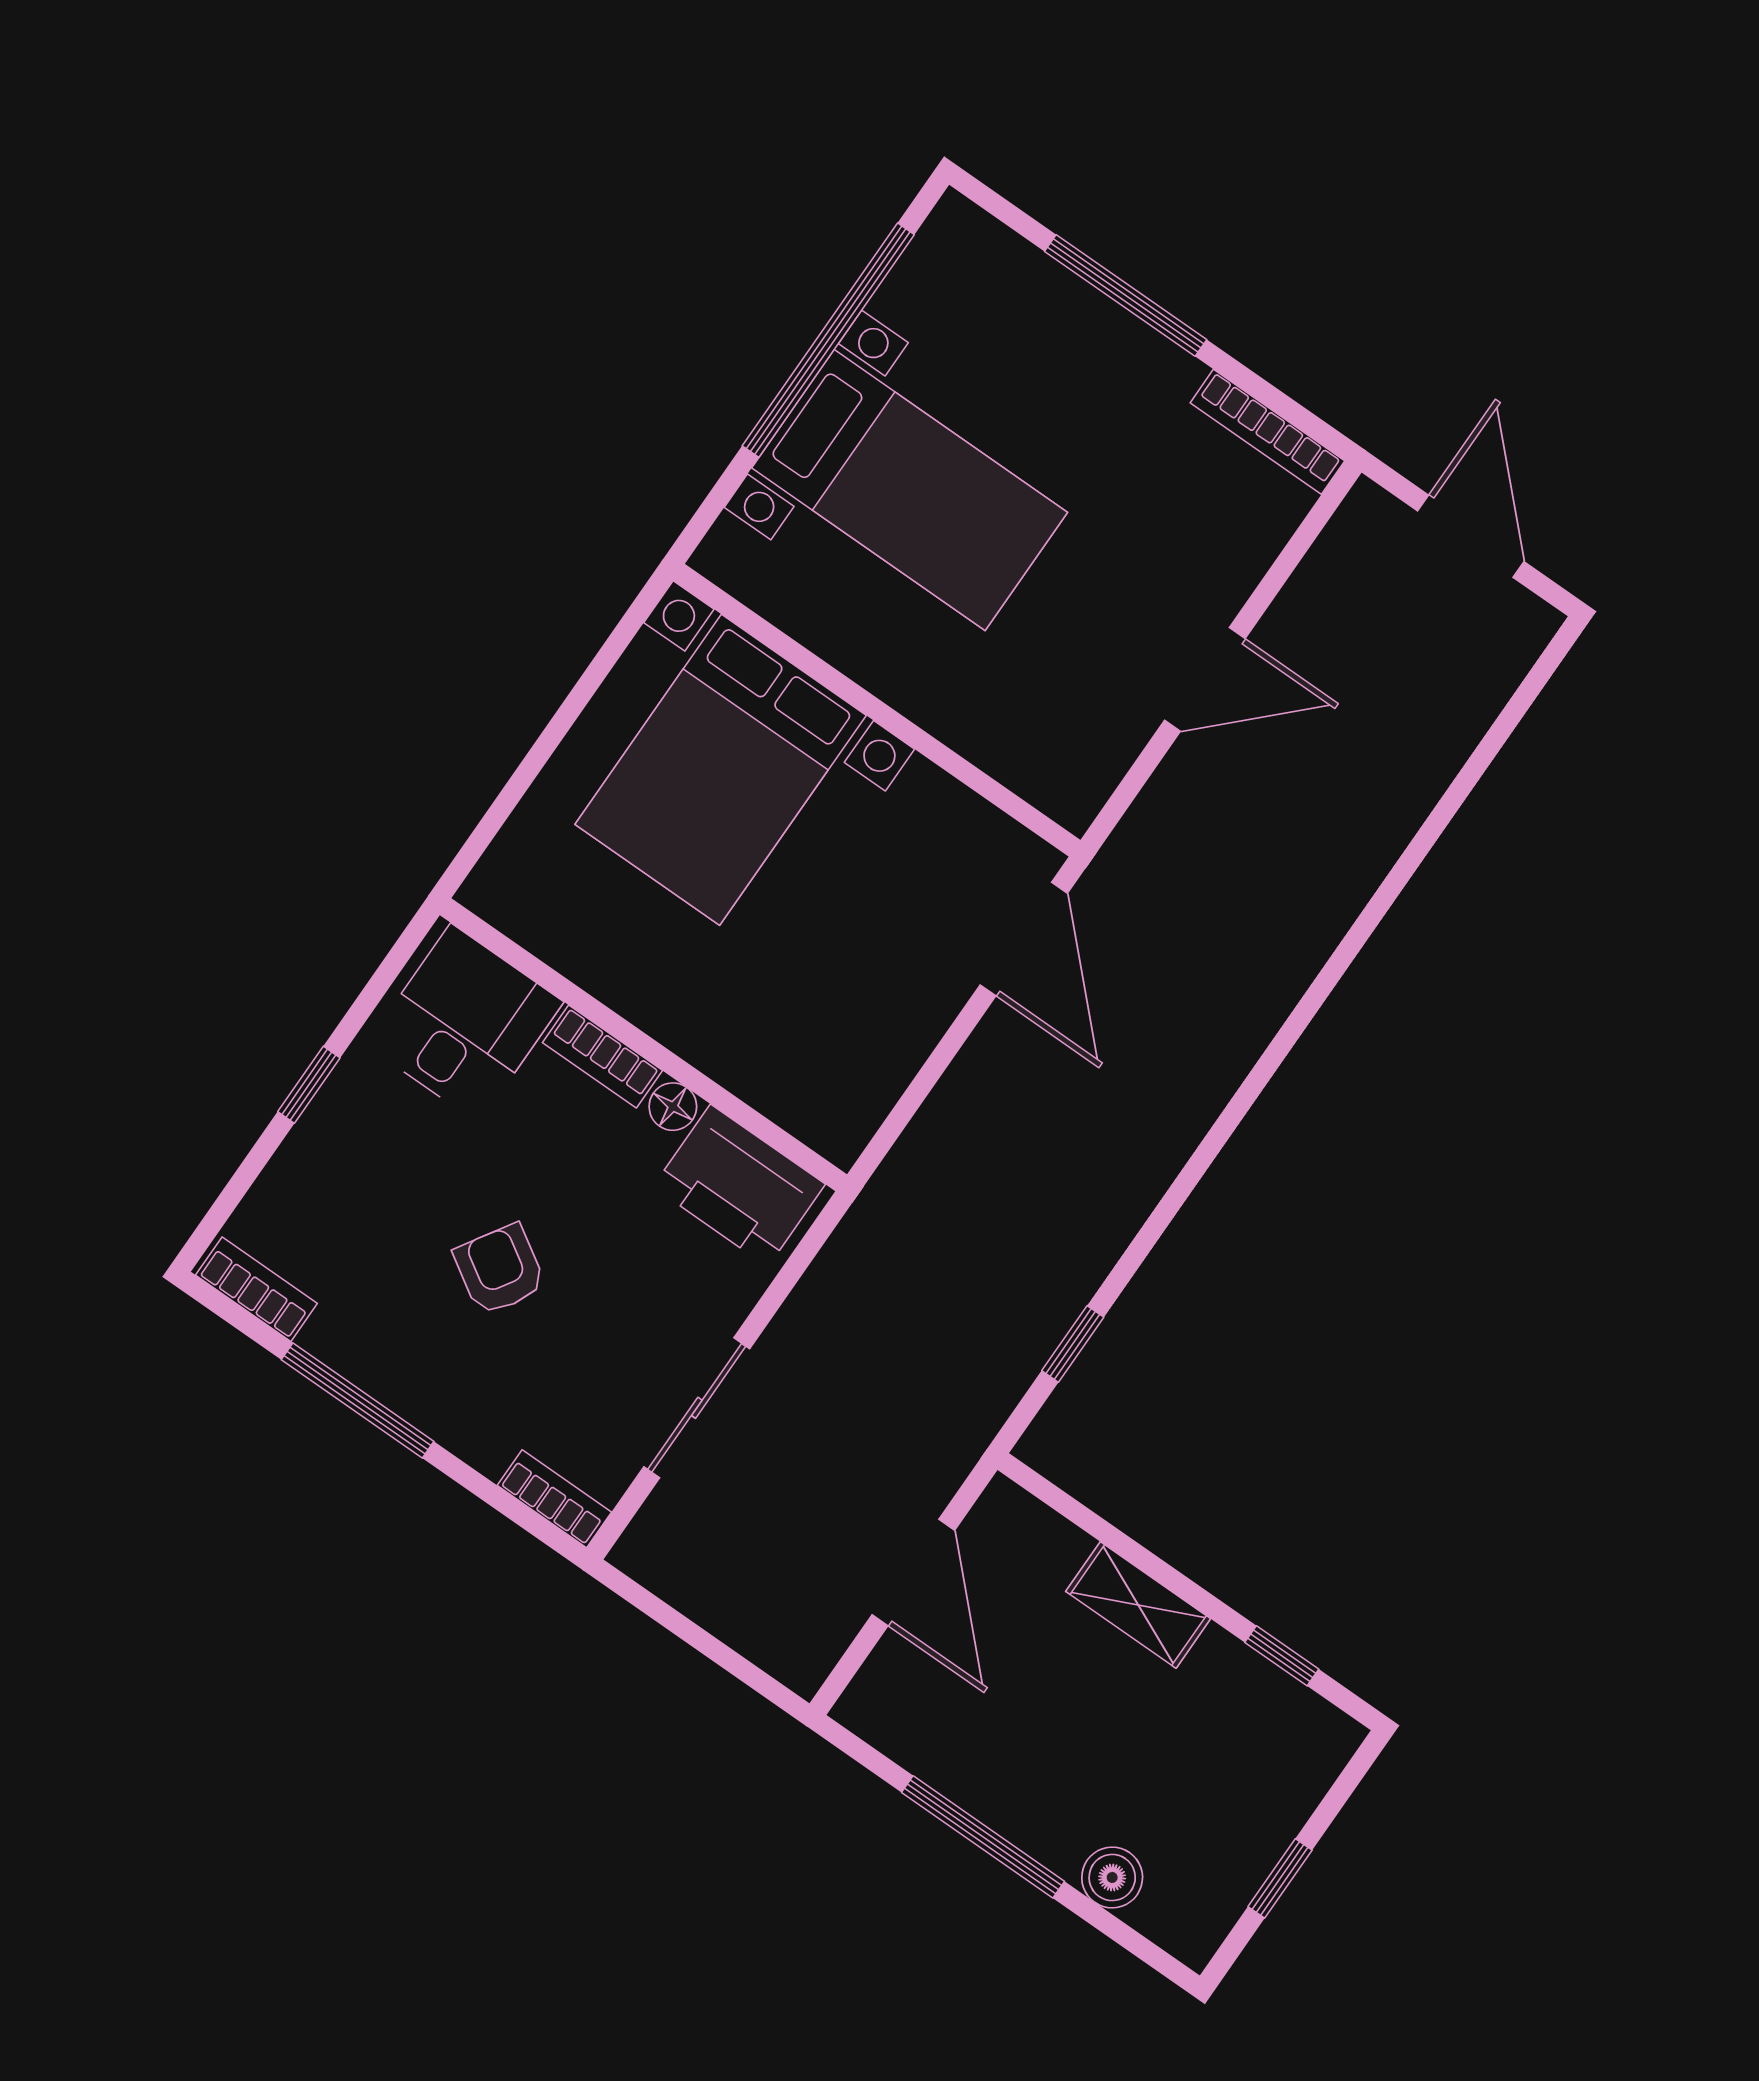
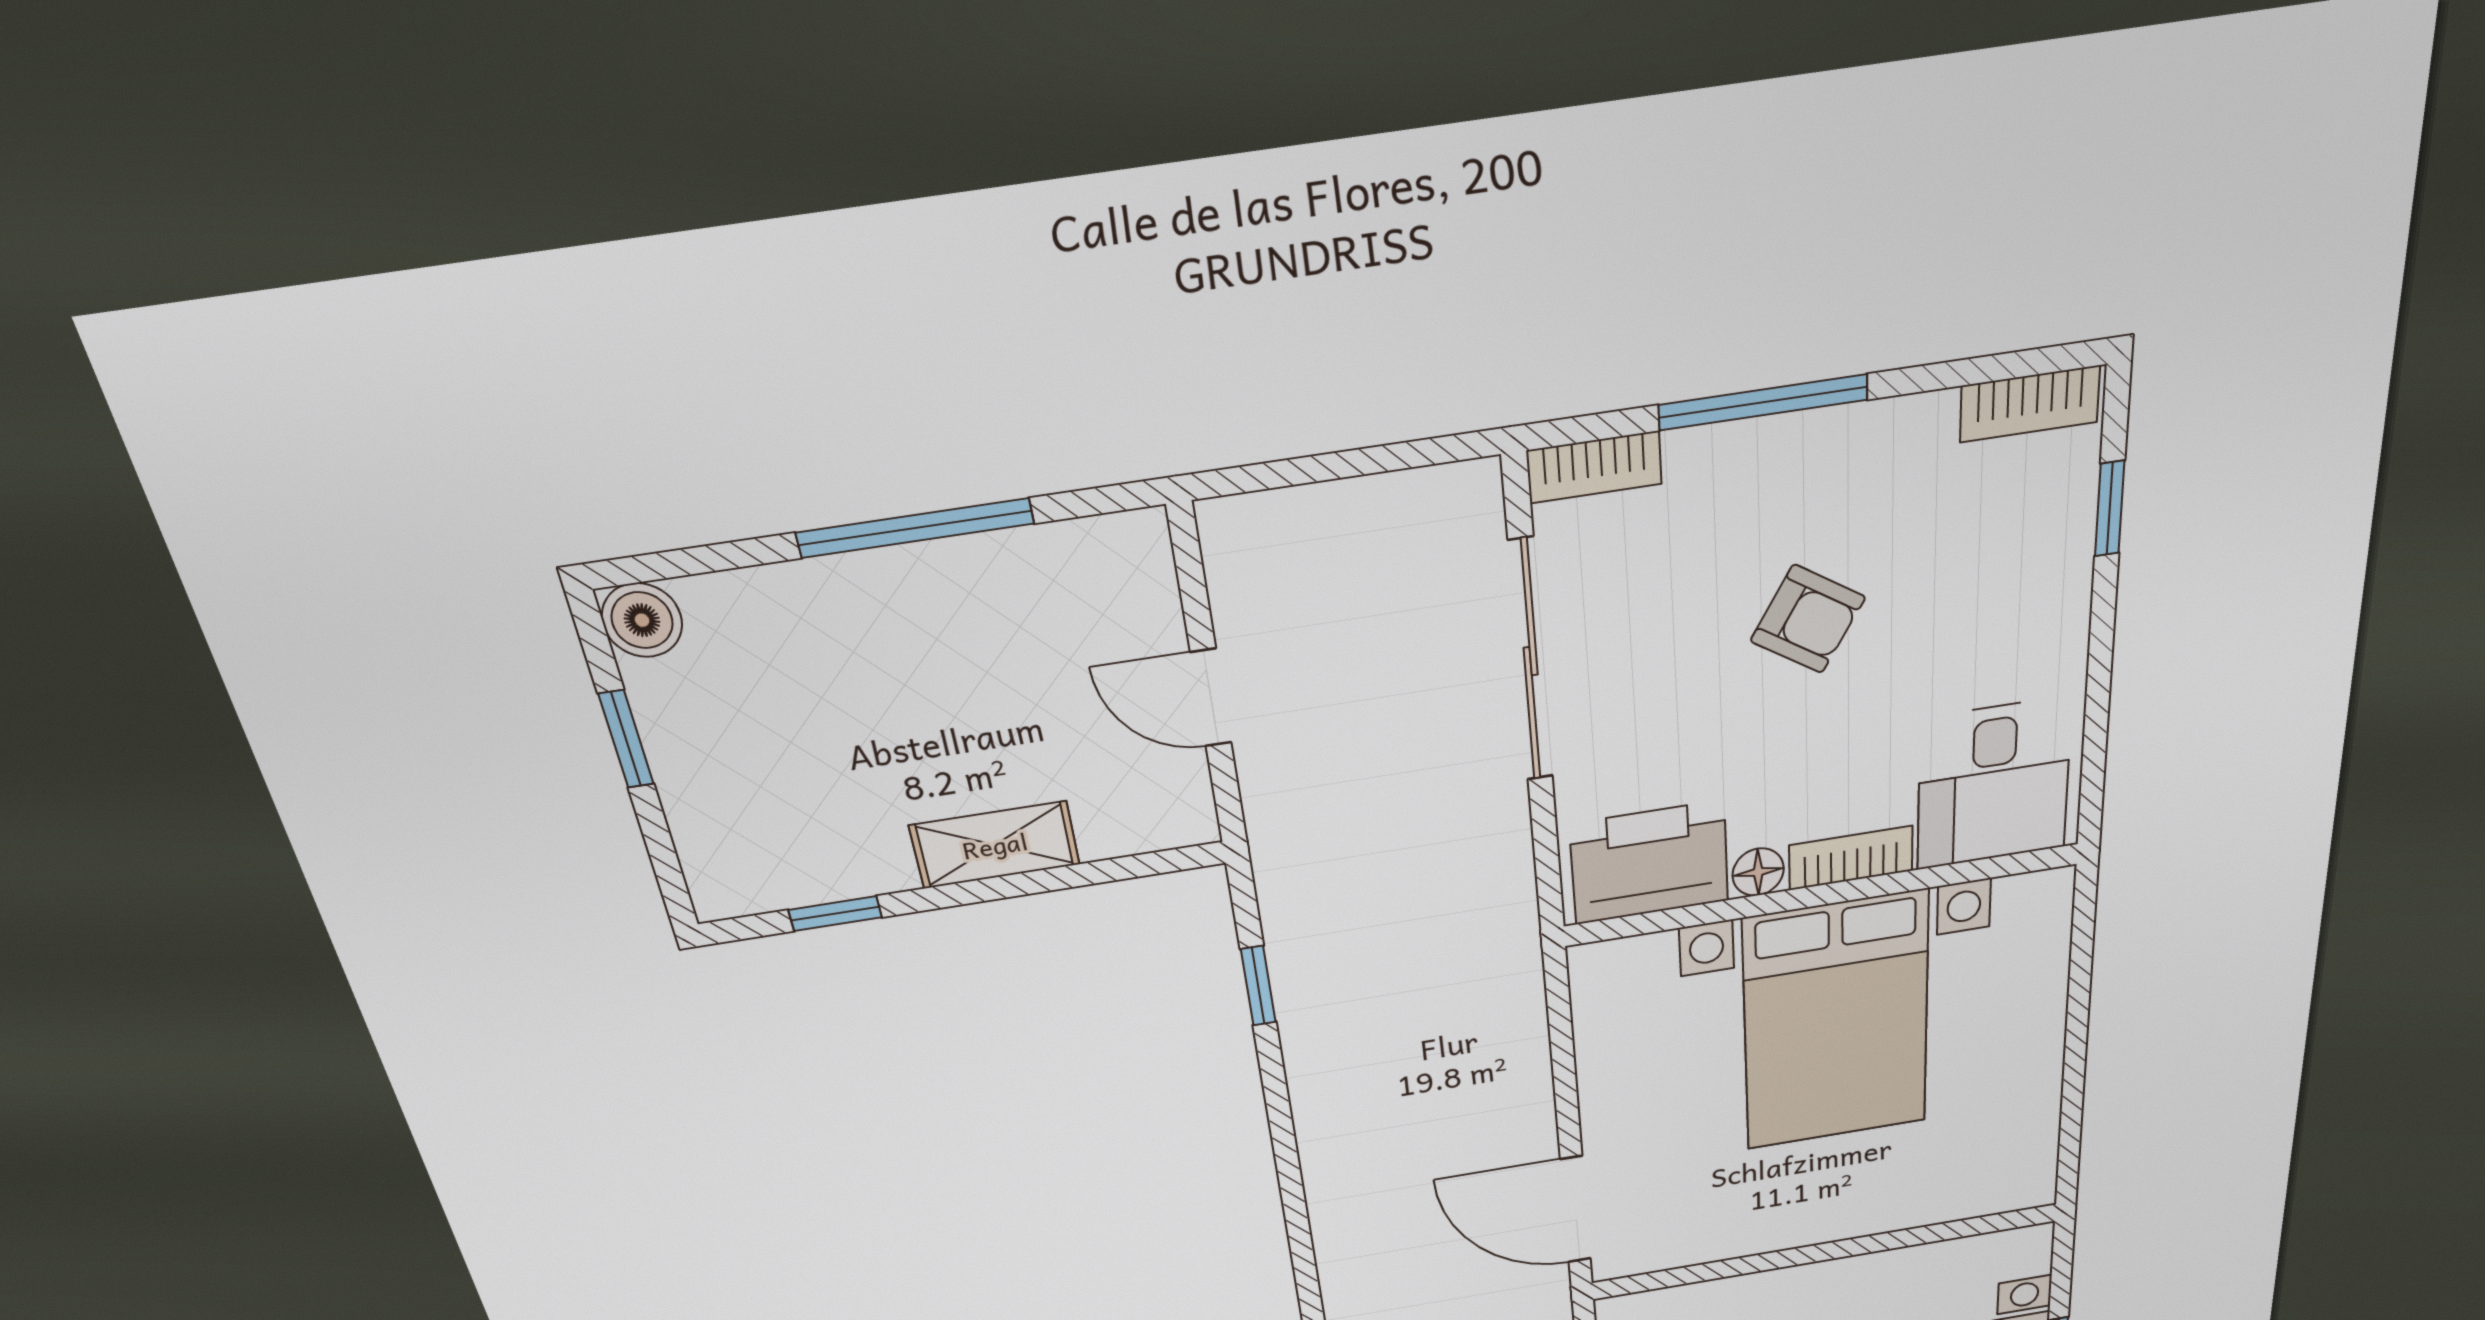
bed with nightstands: (721, 770) -> (1836, 1022), moved, turned 180
window: (309, 1085) -> (2110, 509), moved
window: (358, 1401) -> (1763, 402), moved
sliding door: (697, 1408) -> (1531, 661), width x1.37
door: (913, 1572) -> (1211, 698), width x0.73
boiler: (1112, 1877) -> (642, 620), moved

